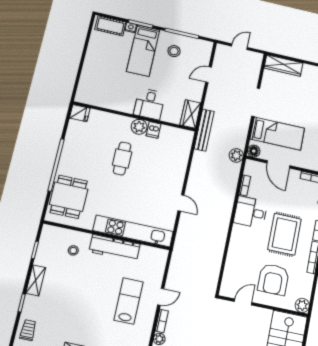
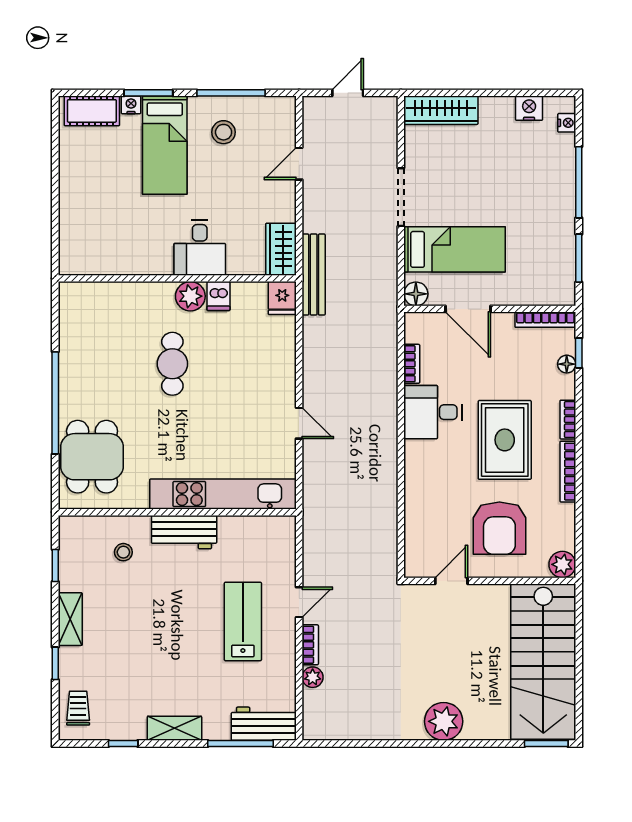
fridge: (80, 113) -> (282, 298), moved, turned 90
plant: (236, 155) -> (384, 310), removed
workbench: (115, 248) -> (184, 532), width x0.73

